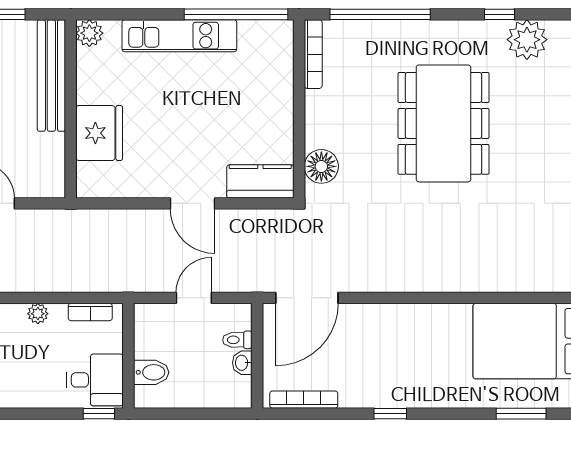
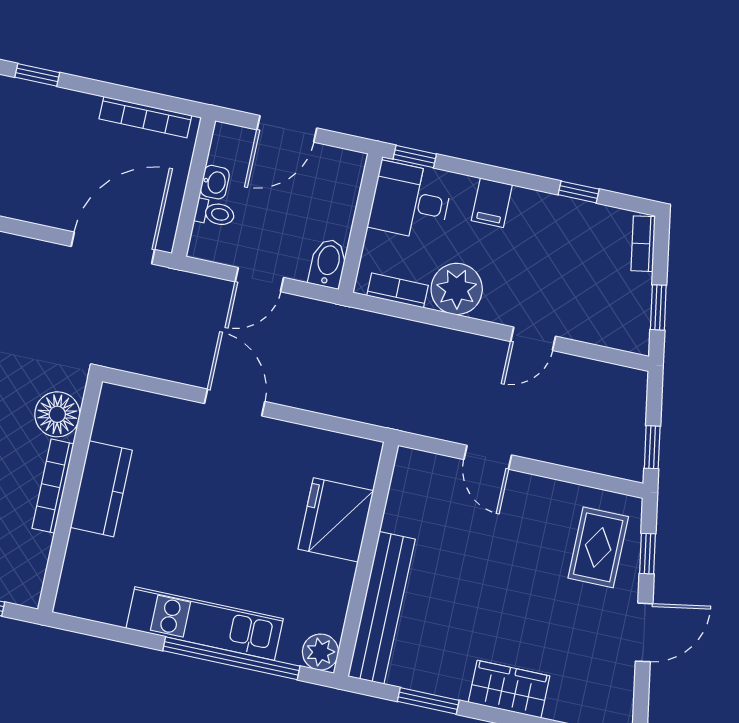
window: (236, 14) -> (231, 658), moved
bookcase: (313, 54) -> (53, 486), moved
kitchen counter: (260, 181) -> (101, 489), moved, turned -90
plant: (38, 314) -> (457, 289), width x1.87, depth x1.87
bidet: (151, 372) -> (328, 263), moved, turned 90
filing cabinet: (35, 392) -> (492, 203), added
door: (198, 414) -> (287, 129), added

